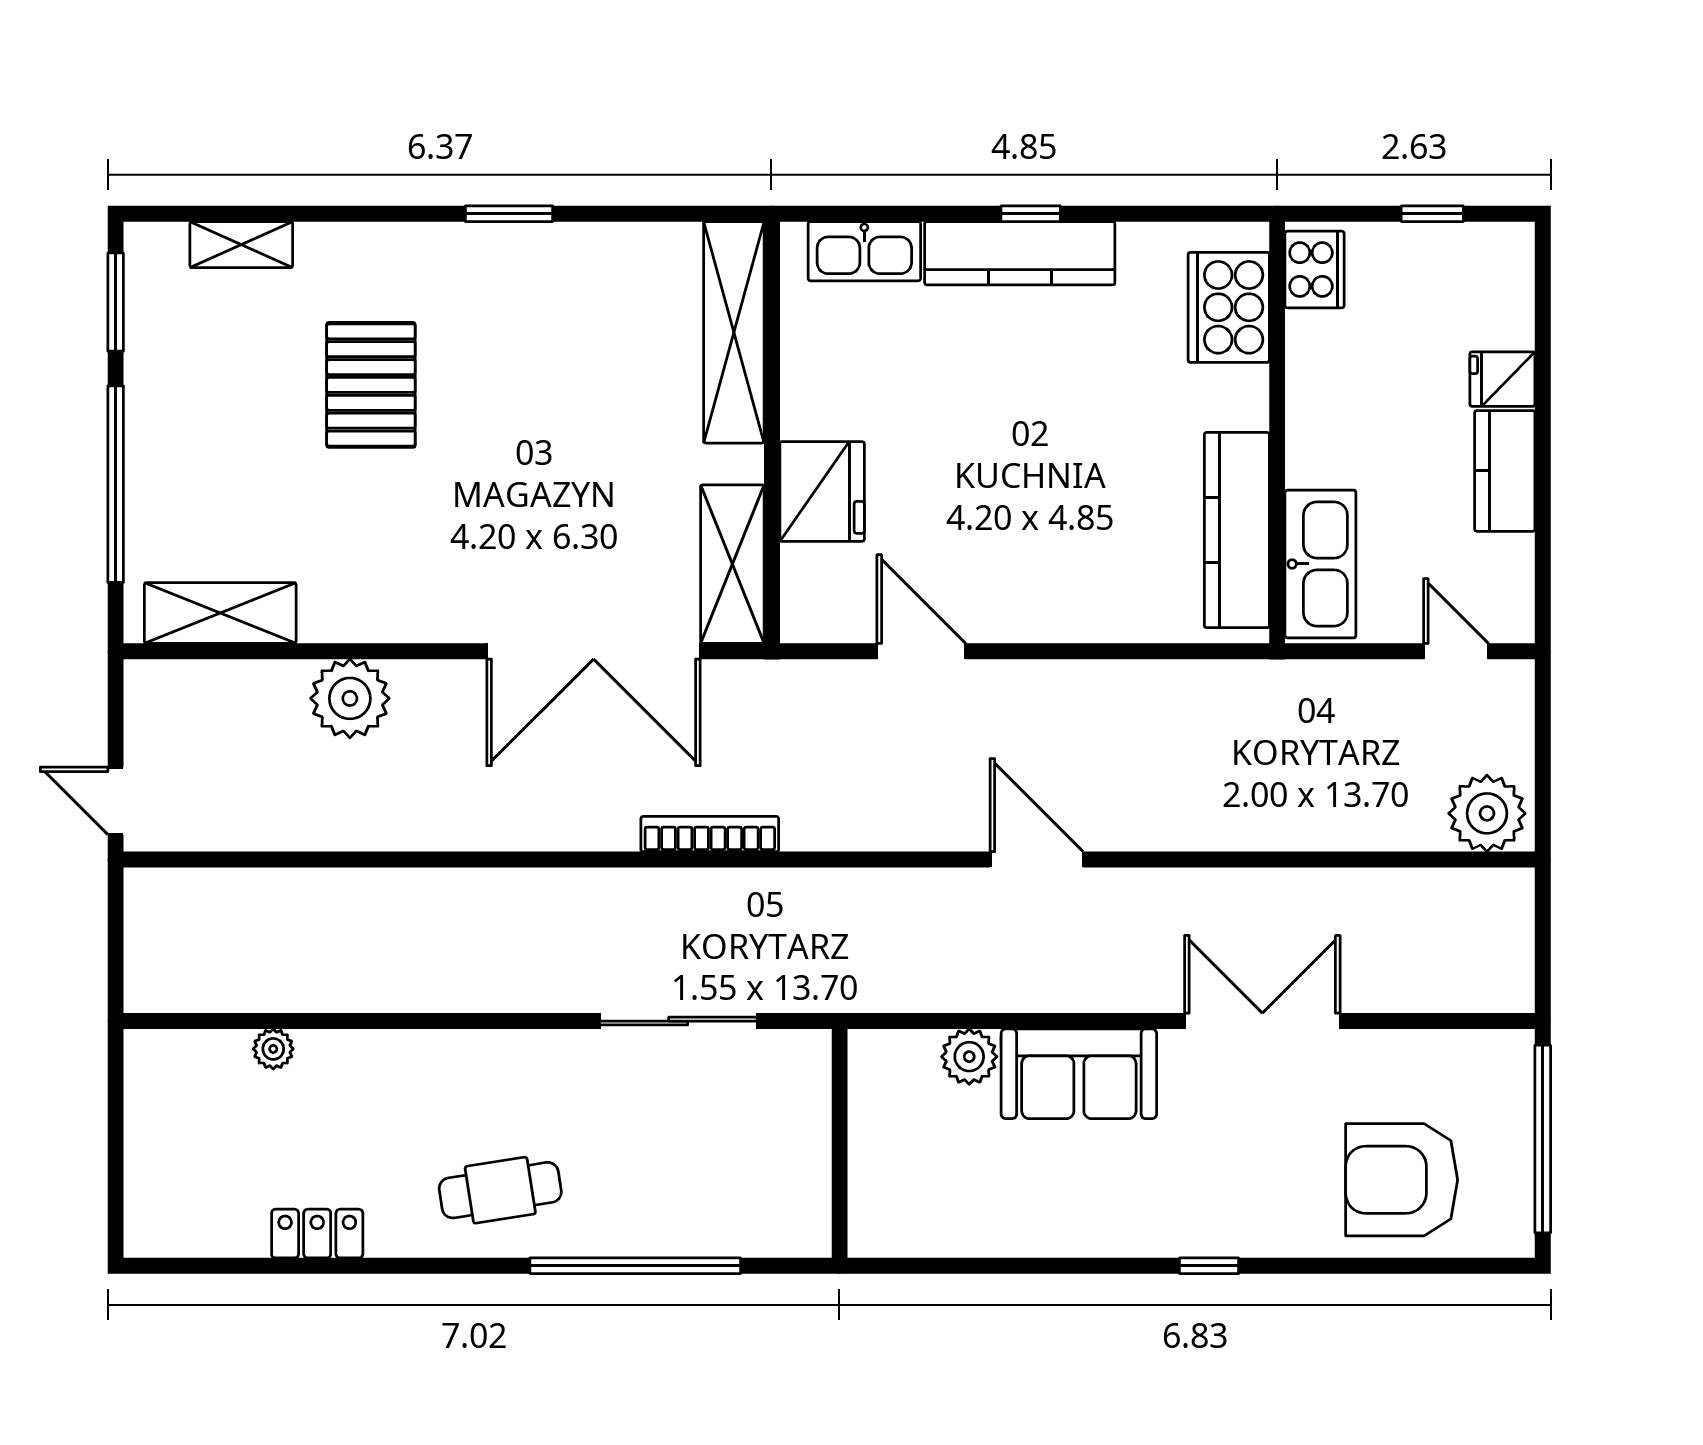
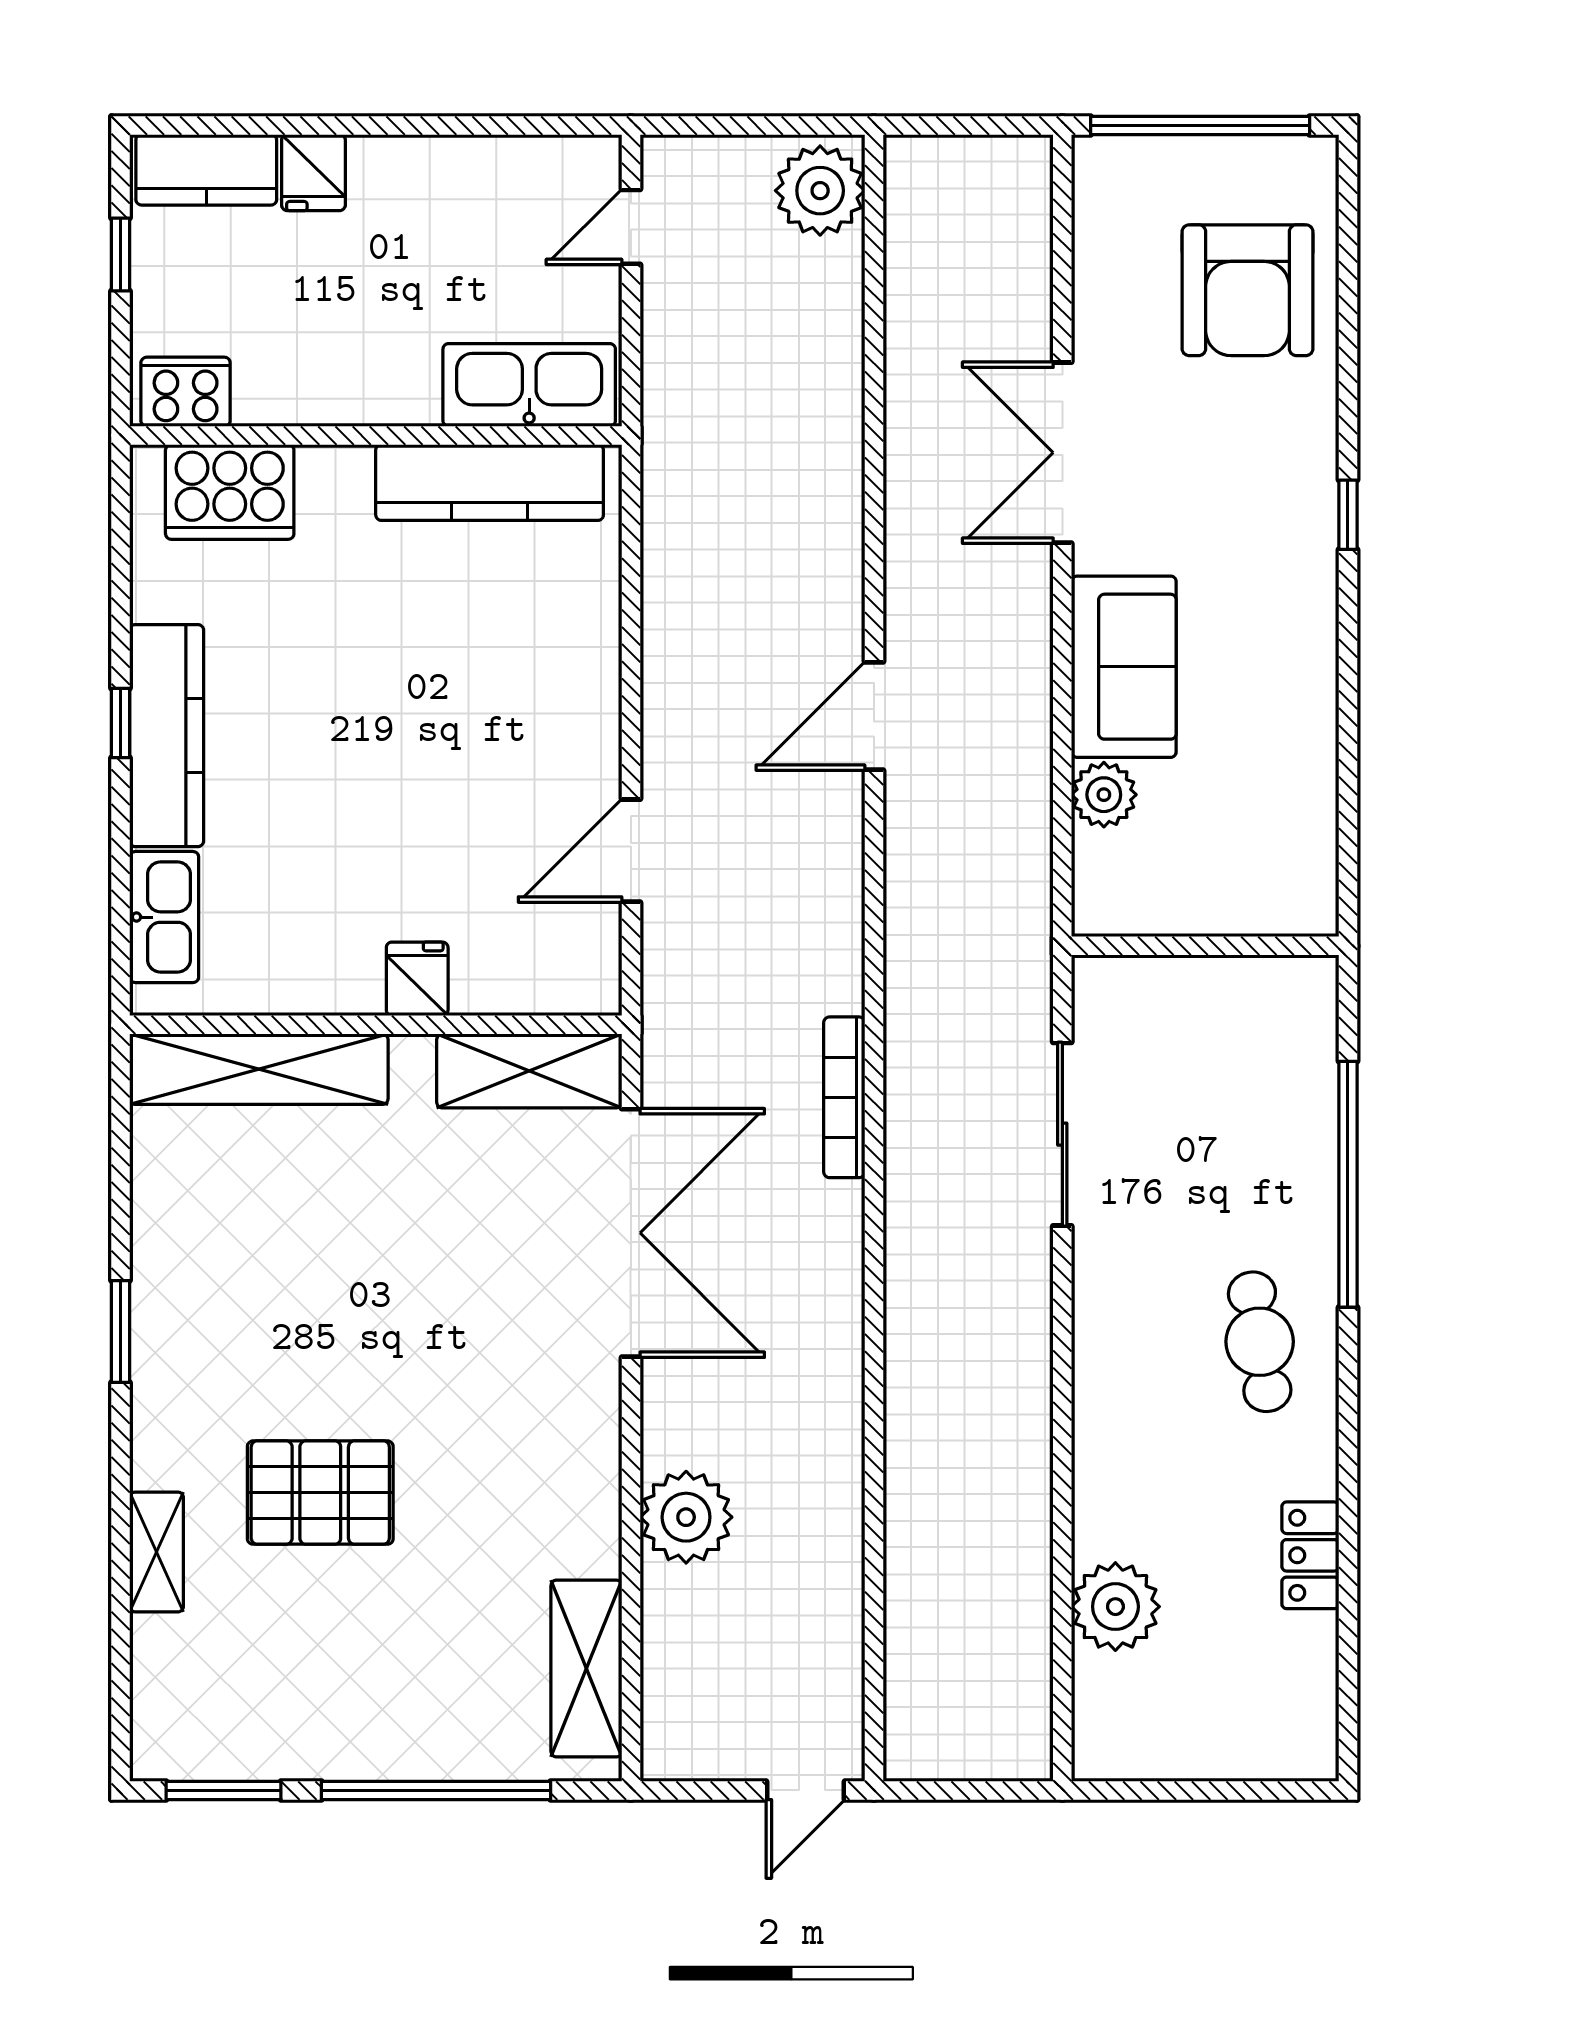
shelving: (241, 245) -> (157, 1552), moved
kitchen counter: (1505, 471) -> (206, 170), moved
fridge: (822, 491) -> (417, 979), width x0.53, depth x0.75
plant: (273, 1049) -> (1115, 1607), width x1.88, depth x1.88

